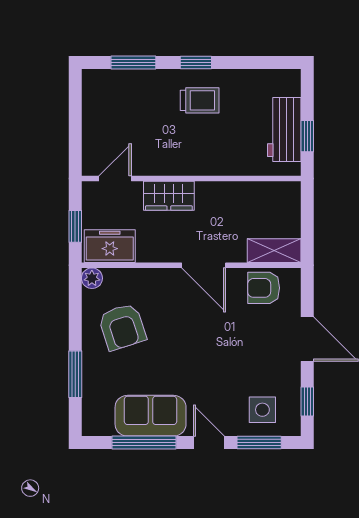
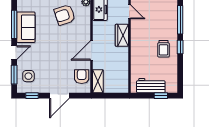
window: (133, 62) -> (180, 20), width x1.44
window: (307, 136) -> (161, 96), moved

